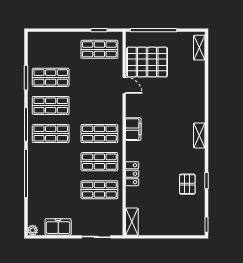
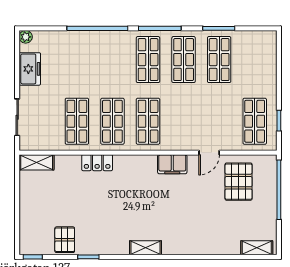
pallet: (147, 62) -> (239, 182), width x0.73, depth x0.71
filing cabinet: (133, 129) -> (172, 164), moved
pallet: (187, 184) -> (65, 240), moved, turned 90

